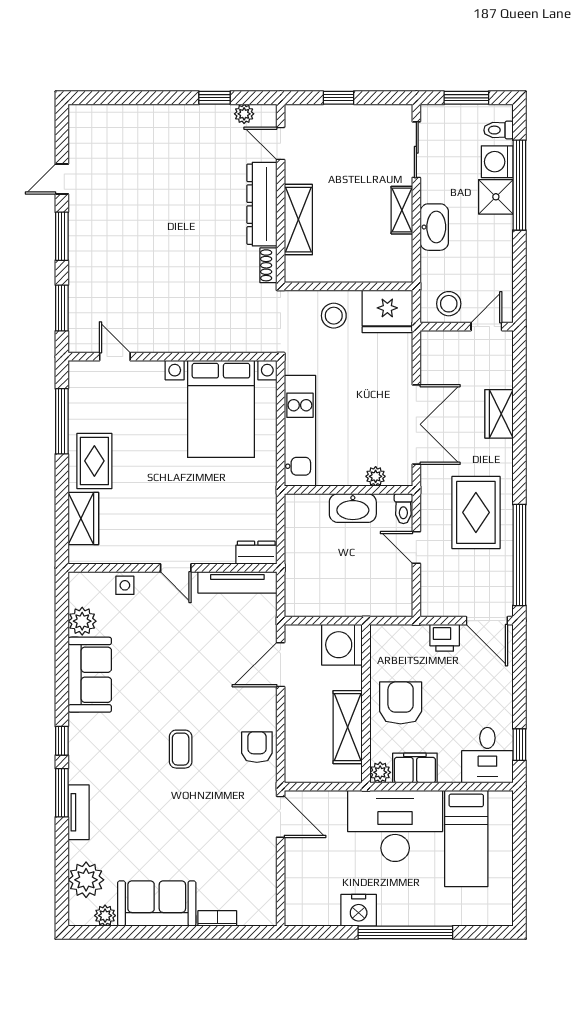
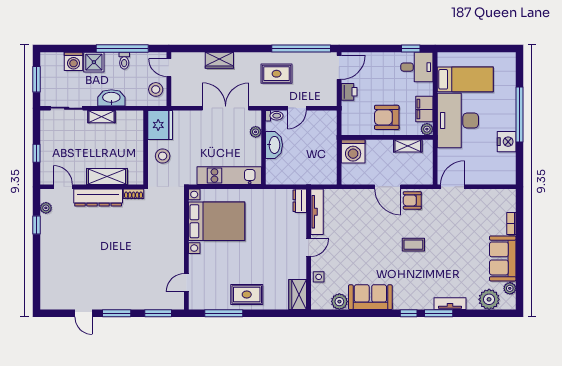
toilet: (498, 130) -> (124, 61), moved
door: (281, 143) -> (63, 187), swing flipped
window: (519, 185) -> (122, 49), moved
rug: (476, 512) -> (277, 74), width x0.73, depth x0.70
wardrobe: (83, 518) -> (298, 295), moved, turned -90
door: (281, 665) -> (388, 187), moved
shelving: (348, 727) -> (408, 146), width x0.67, depth x0.75

